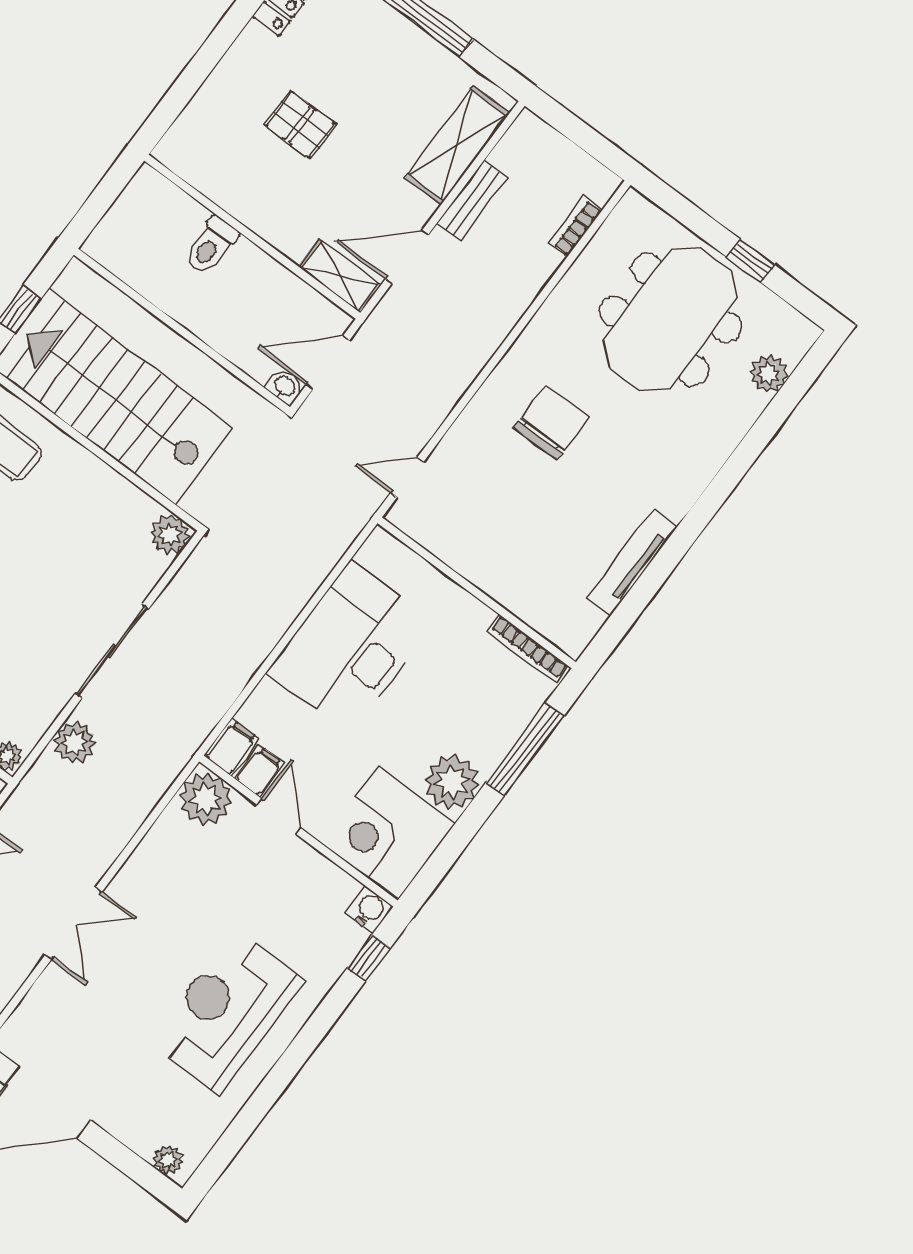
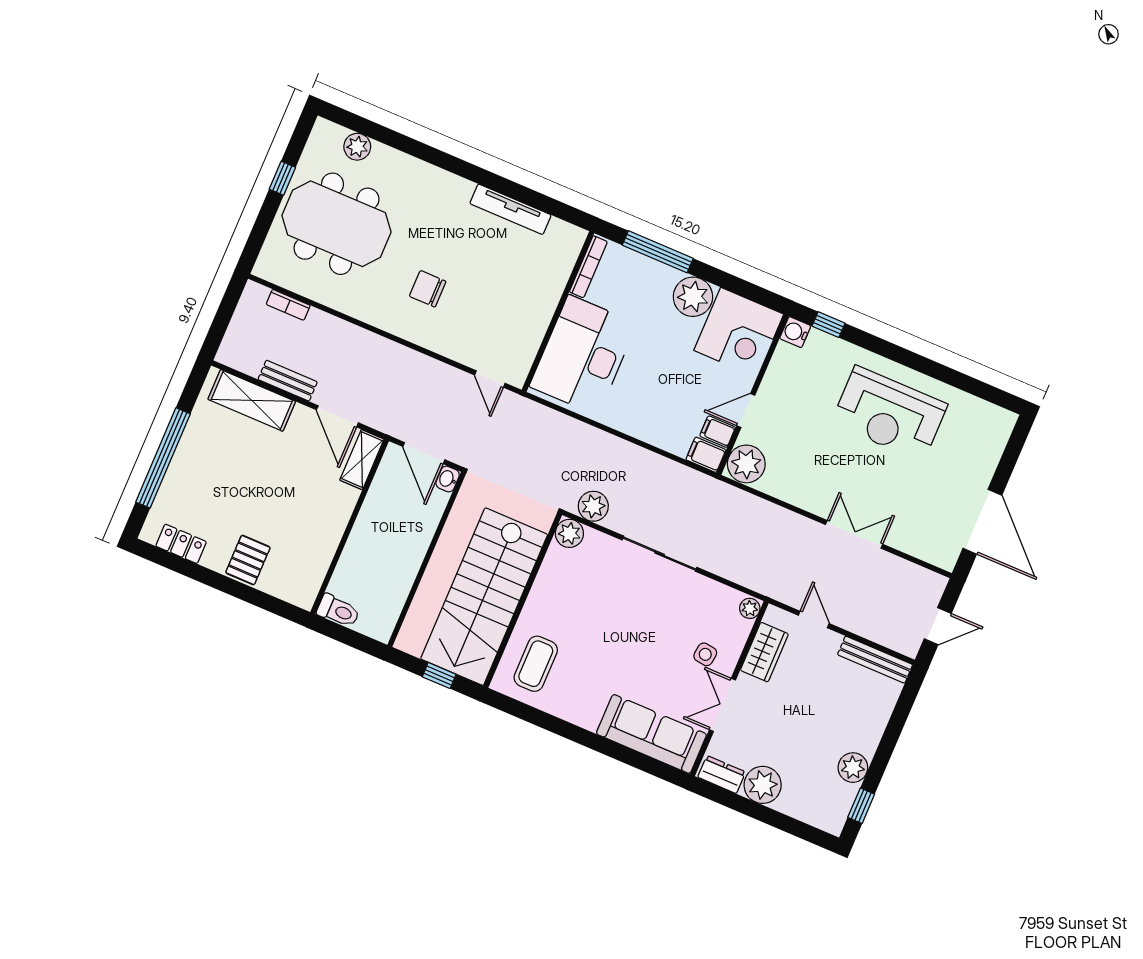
pallet: (300, 125) -> (248, 560), moved
toilet: (211, 246) -> (338, 611), moved
chair: (551, 422) -> (428, 289), width x0.73, depth x0.73
desk: (350, 648) -> (583, 355), moved, turned 90
plant: (75, 742) -> (593, 506), moved
plant: (168, 1160) -> (1002, 429), removed

